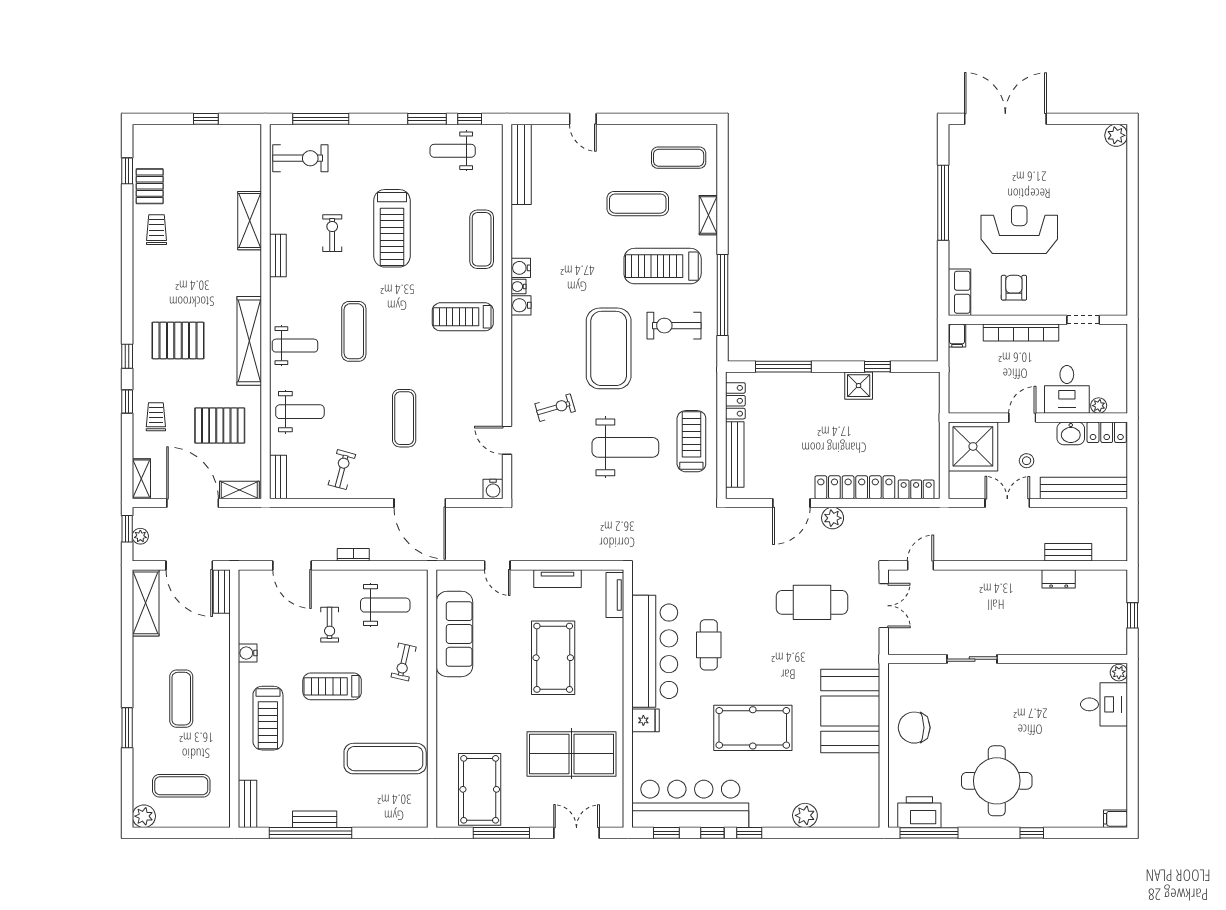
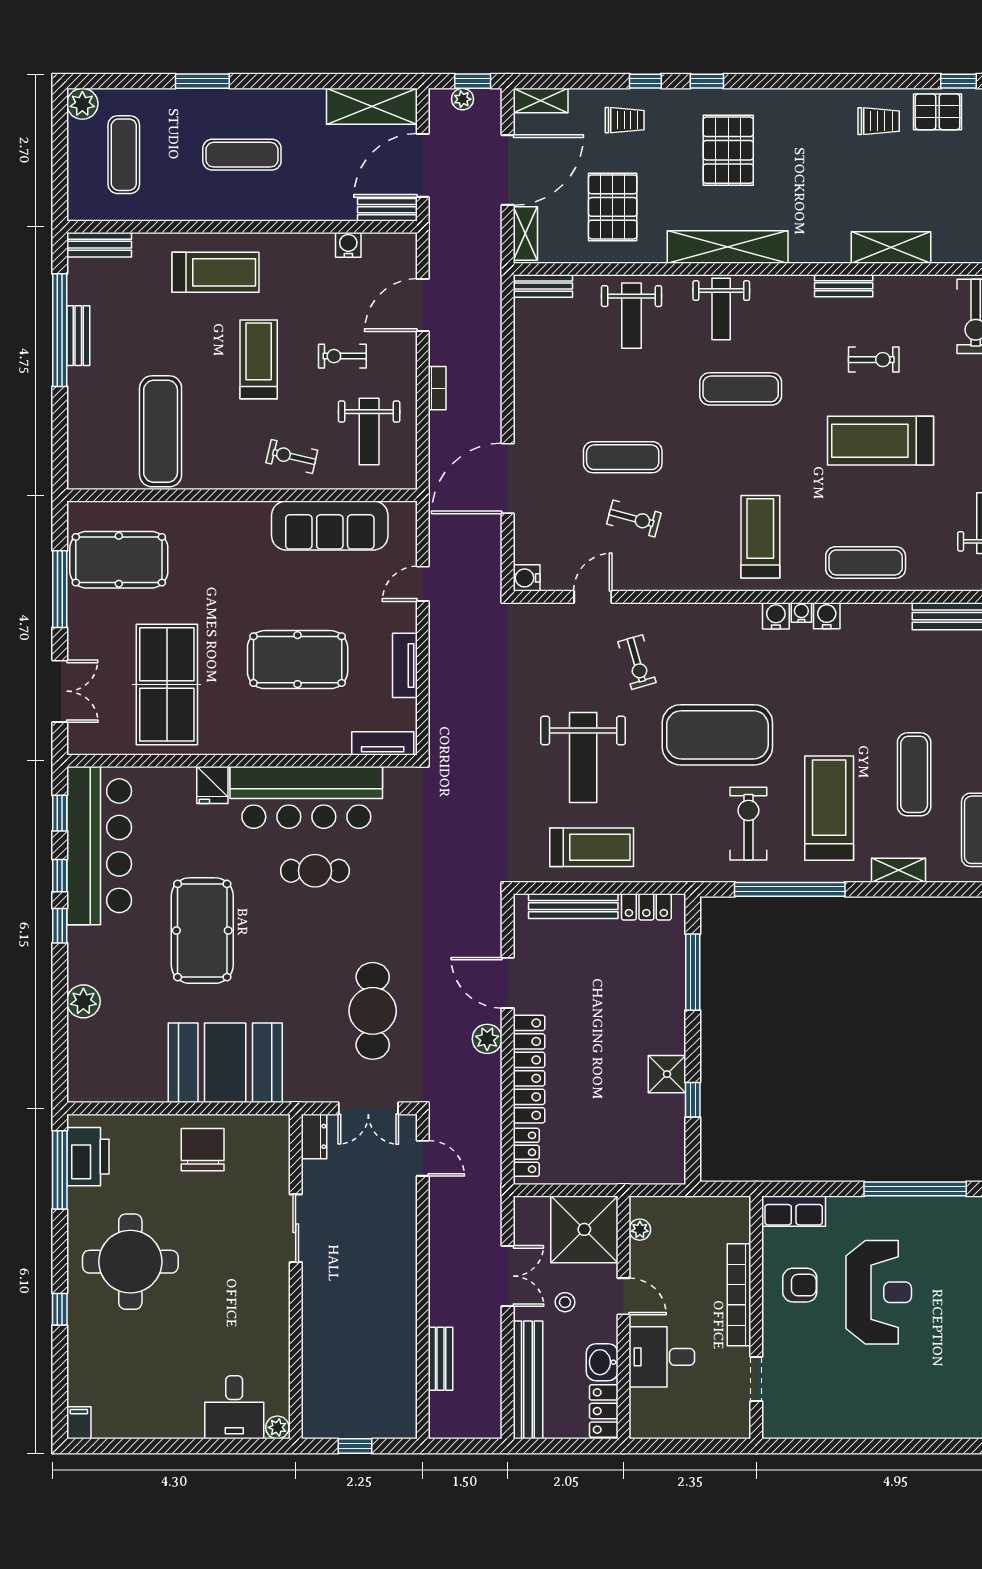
filing cabinet: (957, 336) -> (735, 1208), removed
plant: (1099, 406) -> (640, 1230), moved
exercise bike: (342, 470) -> (634, 518), moved
dresser: (1059, 579) -> (314, 1136), moved, turned 180
water cooler: (248, 653) -> (348, 245), moved
treadmill: (268, 718) -> (216, 272), turned 180

